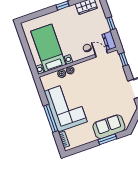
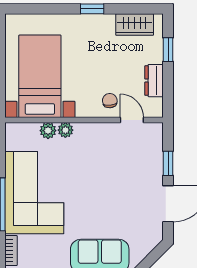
window: (111, 23) -> (168, 50), moved
dresser: (109, 41) -> (154, 81), moved
window: (123, 59) -> (168, 163), moved

